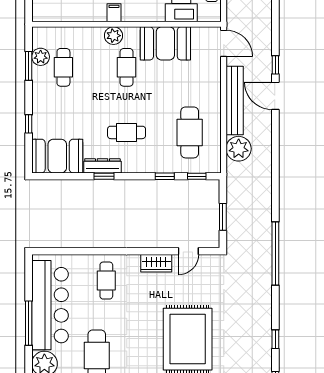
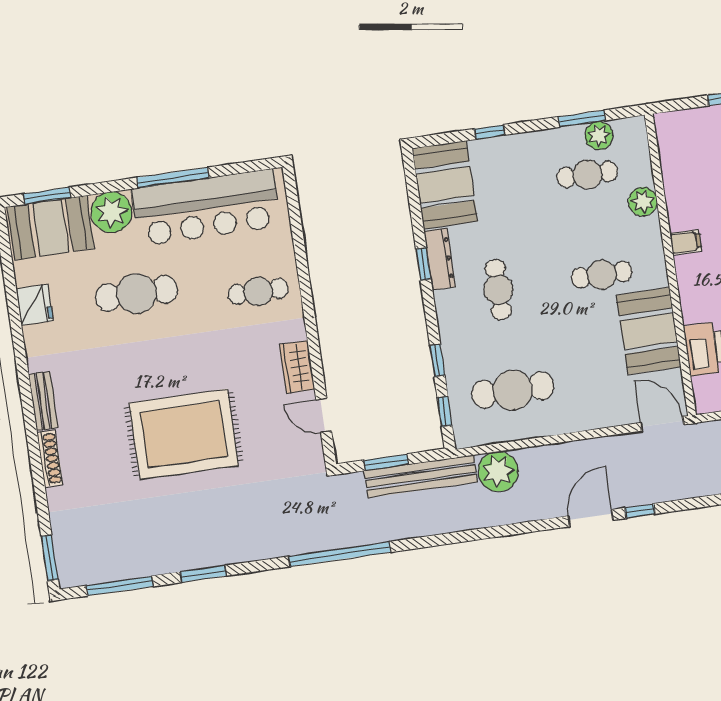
plant: (113, 36) -> (643, 202), moved
door: (224, 43) -> (662, 424), swing flipped
bench: (235, 100) -> (421, 476), moved
window: (275, 339) -> (203, 574), width x1.50

